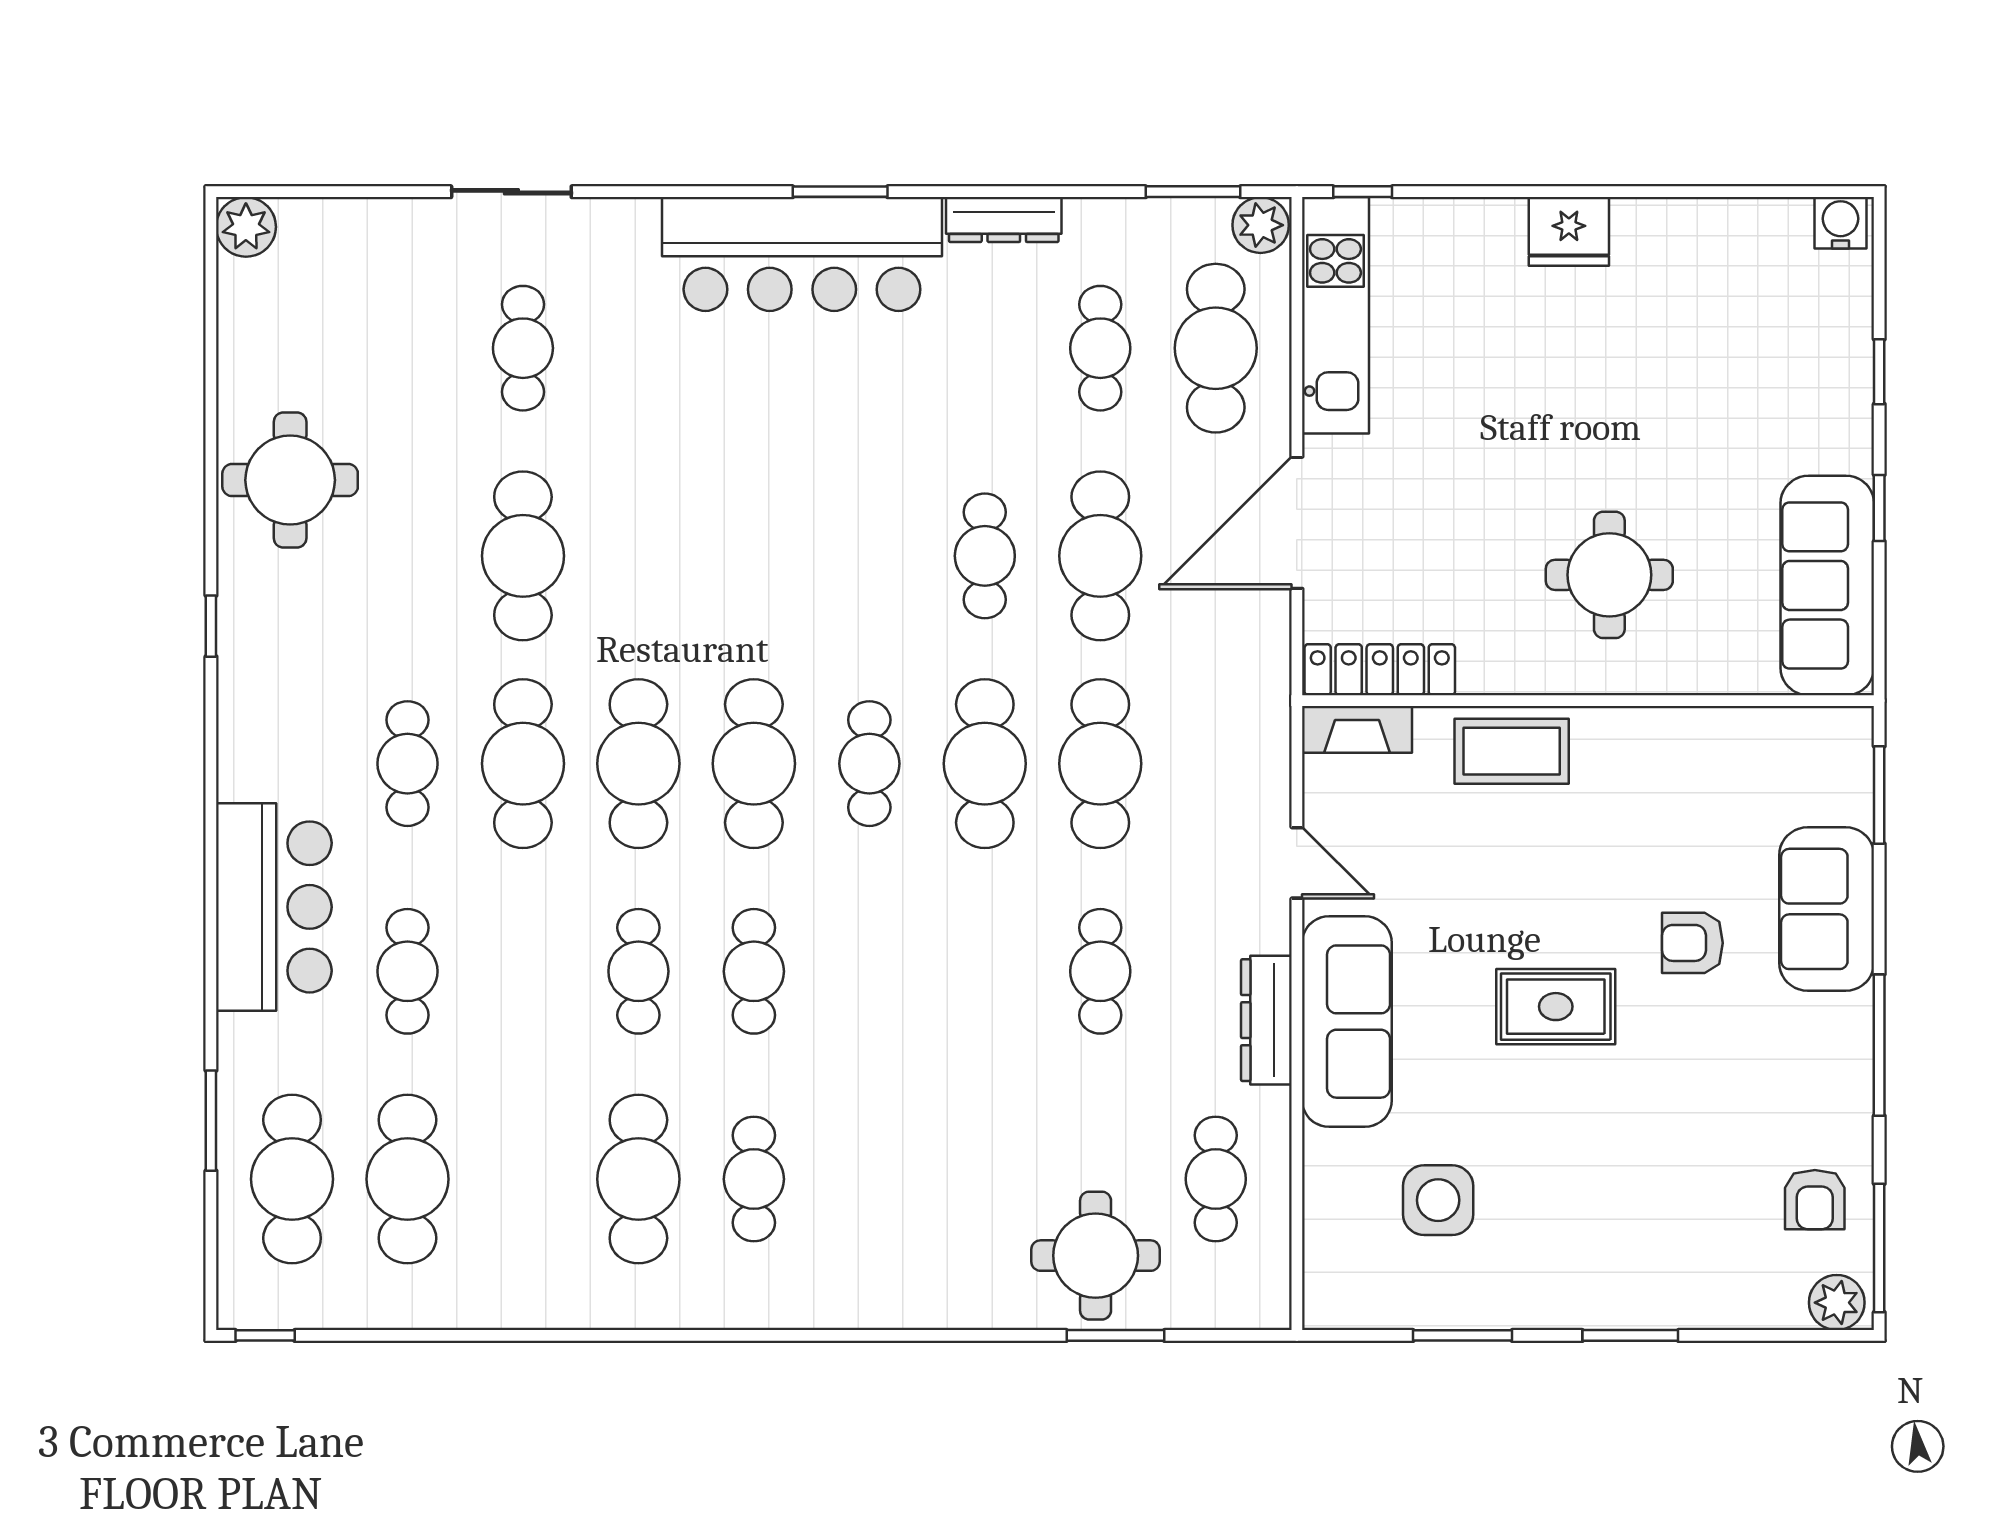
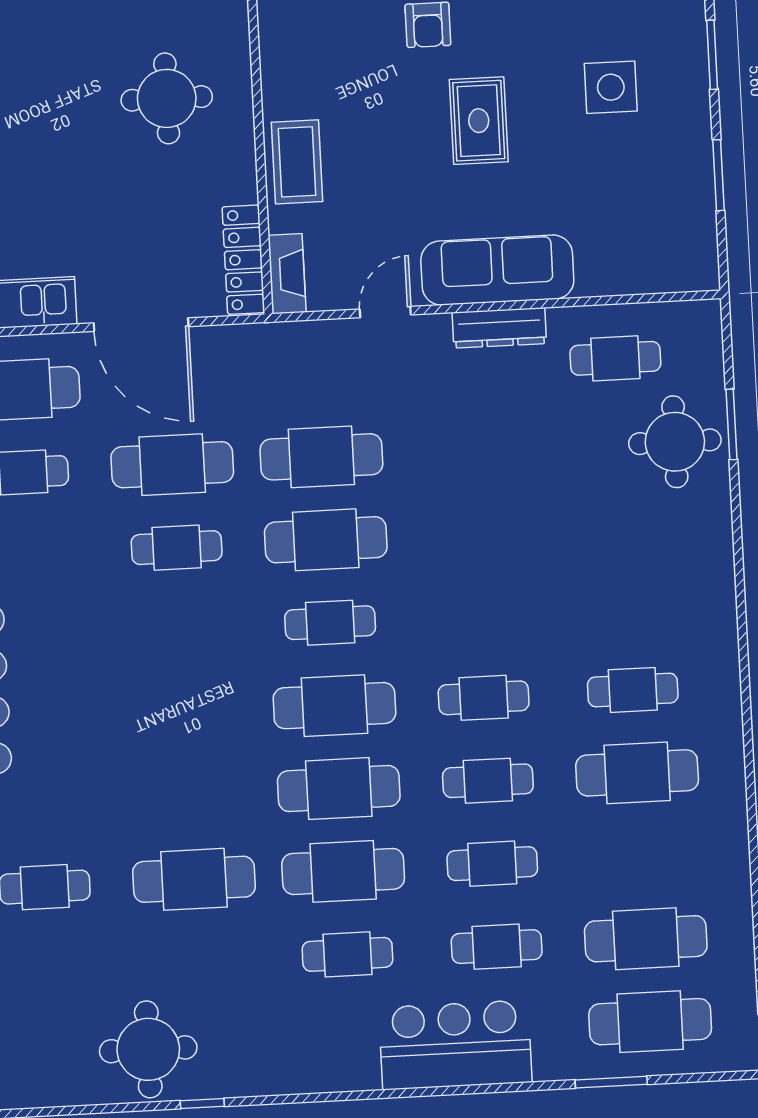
window: (211, 626) -> (202, 1104), moved
cafe table: (1100, 971) -> (492, 864), moved
side table: (1438, 1200) -> (611, 87), moved

